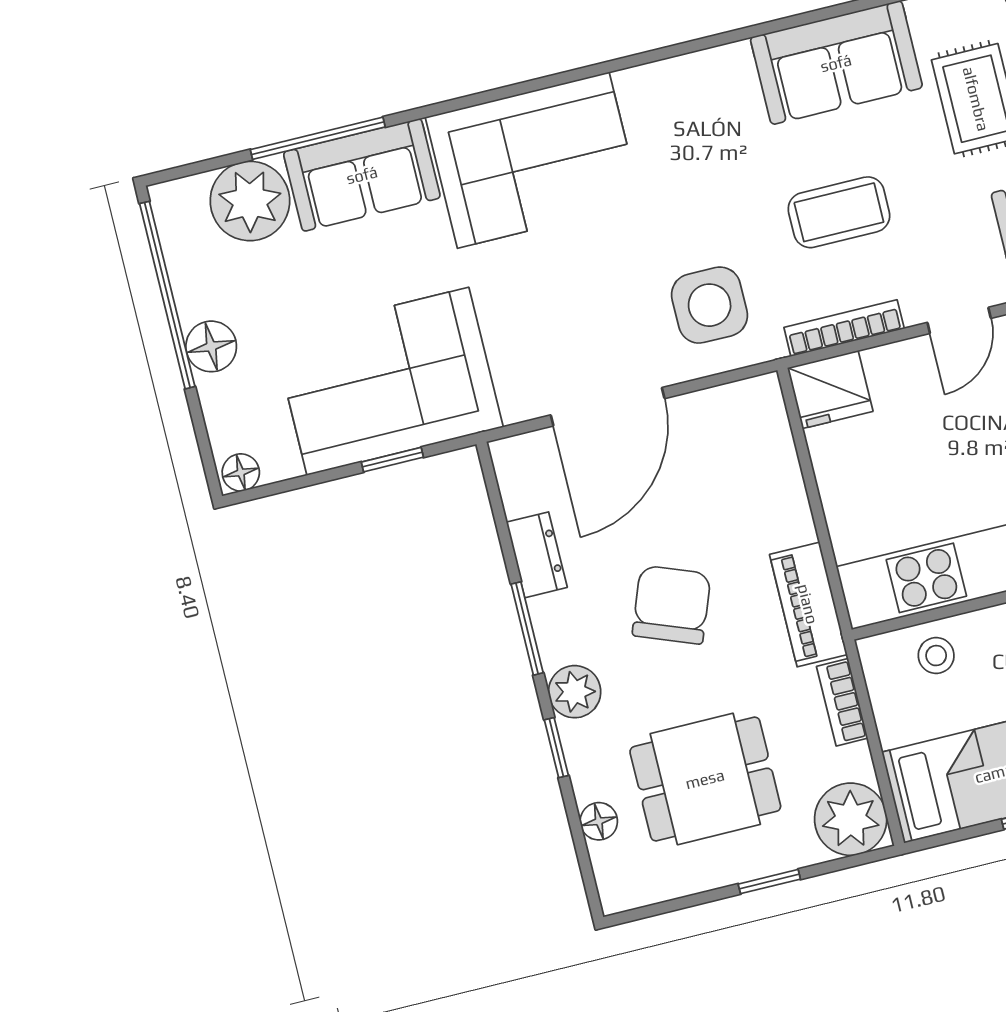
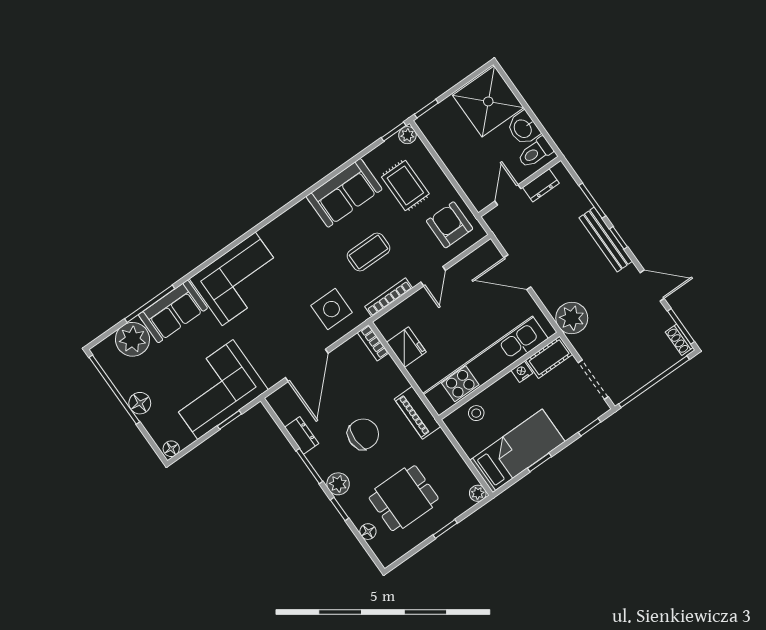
fridge: (830, 390) -> (406, 347), moved, turned -90
chair: (672, 605) -> (363, 434), turned 69
bookcase: (842, 702) -> (373, 343), moved
plant: (851, 819) -> (478, 493), width x0.53, depth x0.53

